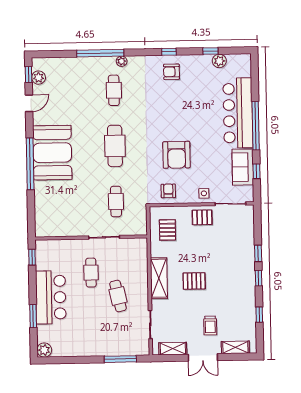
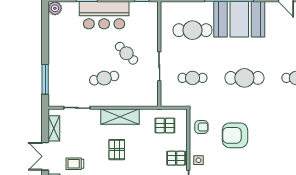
cafe table: (65, 202) -> (192, 30), added
pallet: (202, 217) -> (176, 158), turned 90
cafe table: (91, 273) -> (126, 53), turned 45

